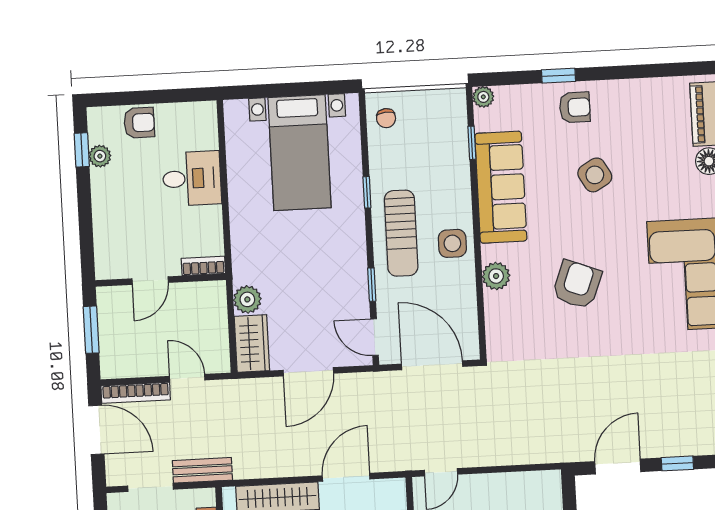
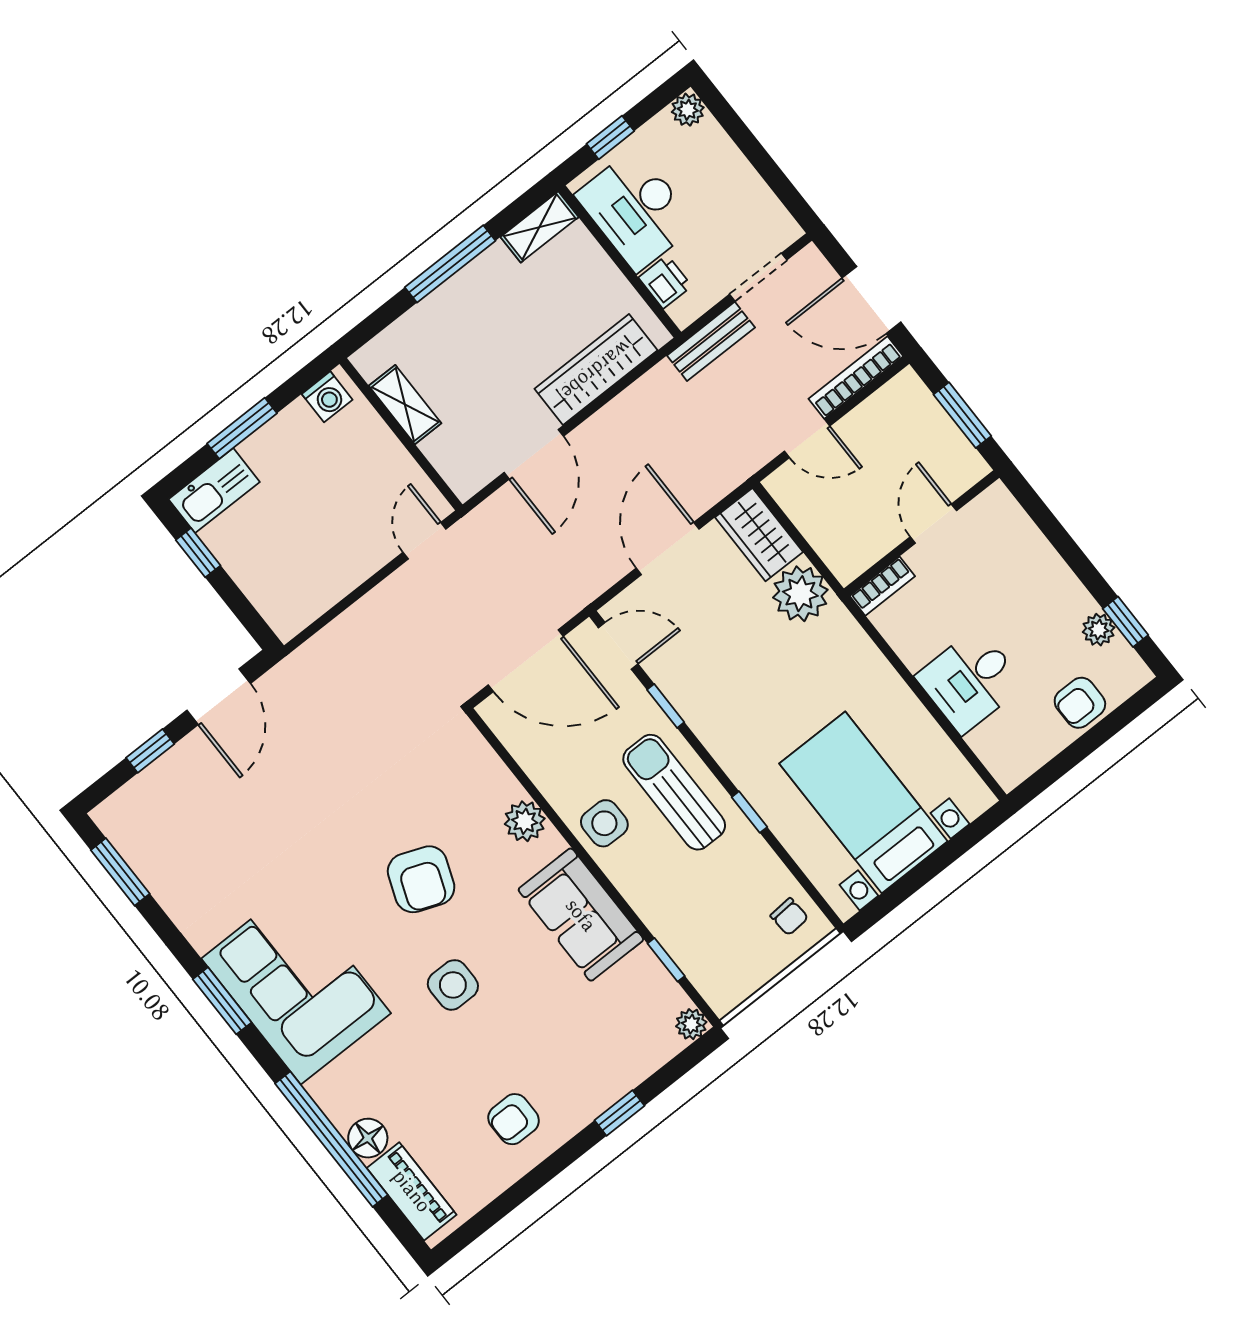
armchair: (575, 107) -> (514, 1119), moved
chair: (386, 118) -> (789, 917), turned 180
side table: (595, 175) -> (453, 985), moved, turned 30
sofa: (501, 187) -> (581, 915), width x0.73
plant: (247, 299) -> (800, 594), width x1.36, depth x1.36

